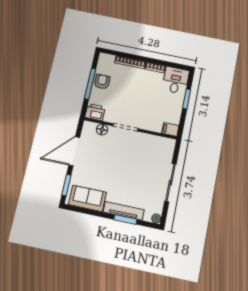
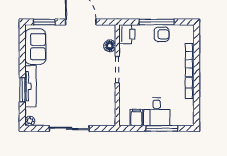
desk: (176, 80) -> (157, 112), moved, turned 90
window: (187, 99) -> (162, 128), width x1.44
filing cabinet: (170, 129) -> (136, 117), moved

